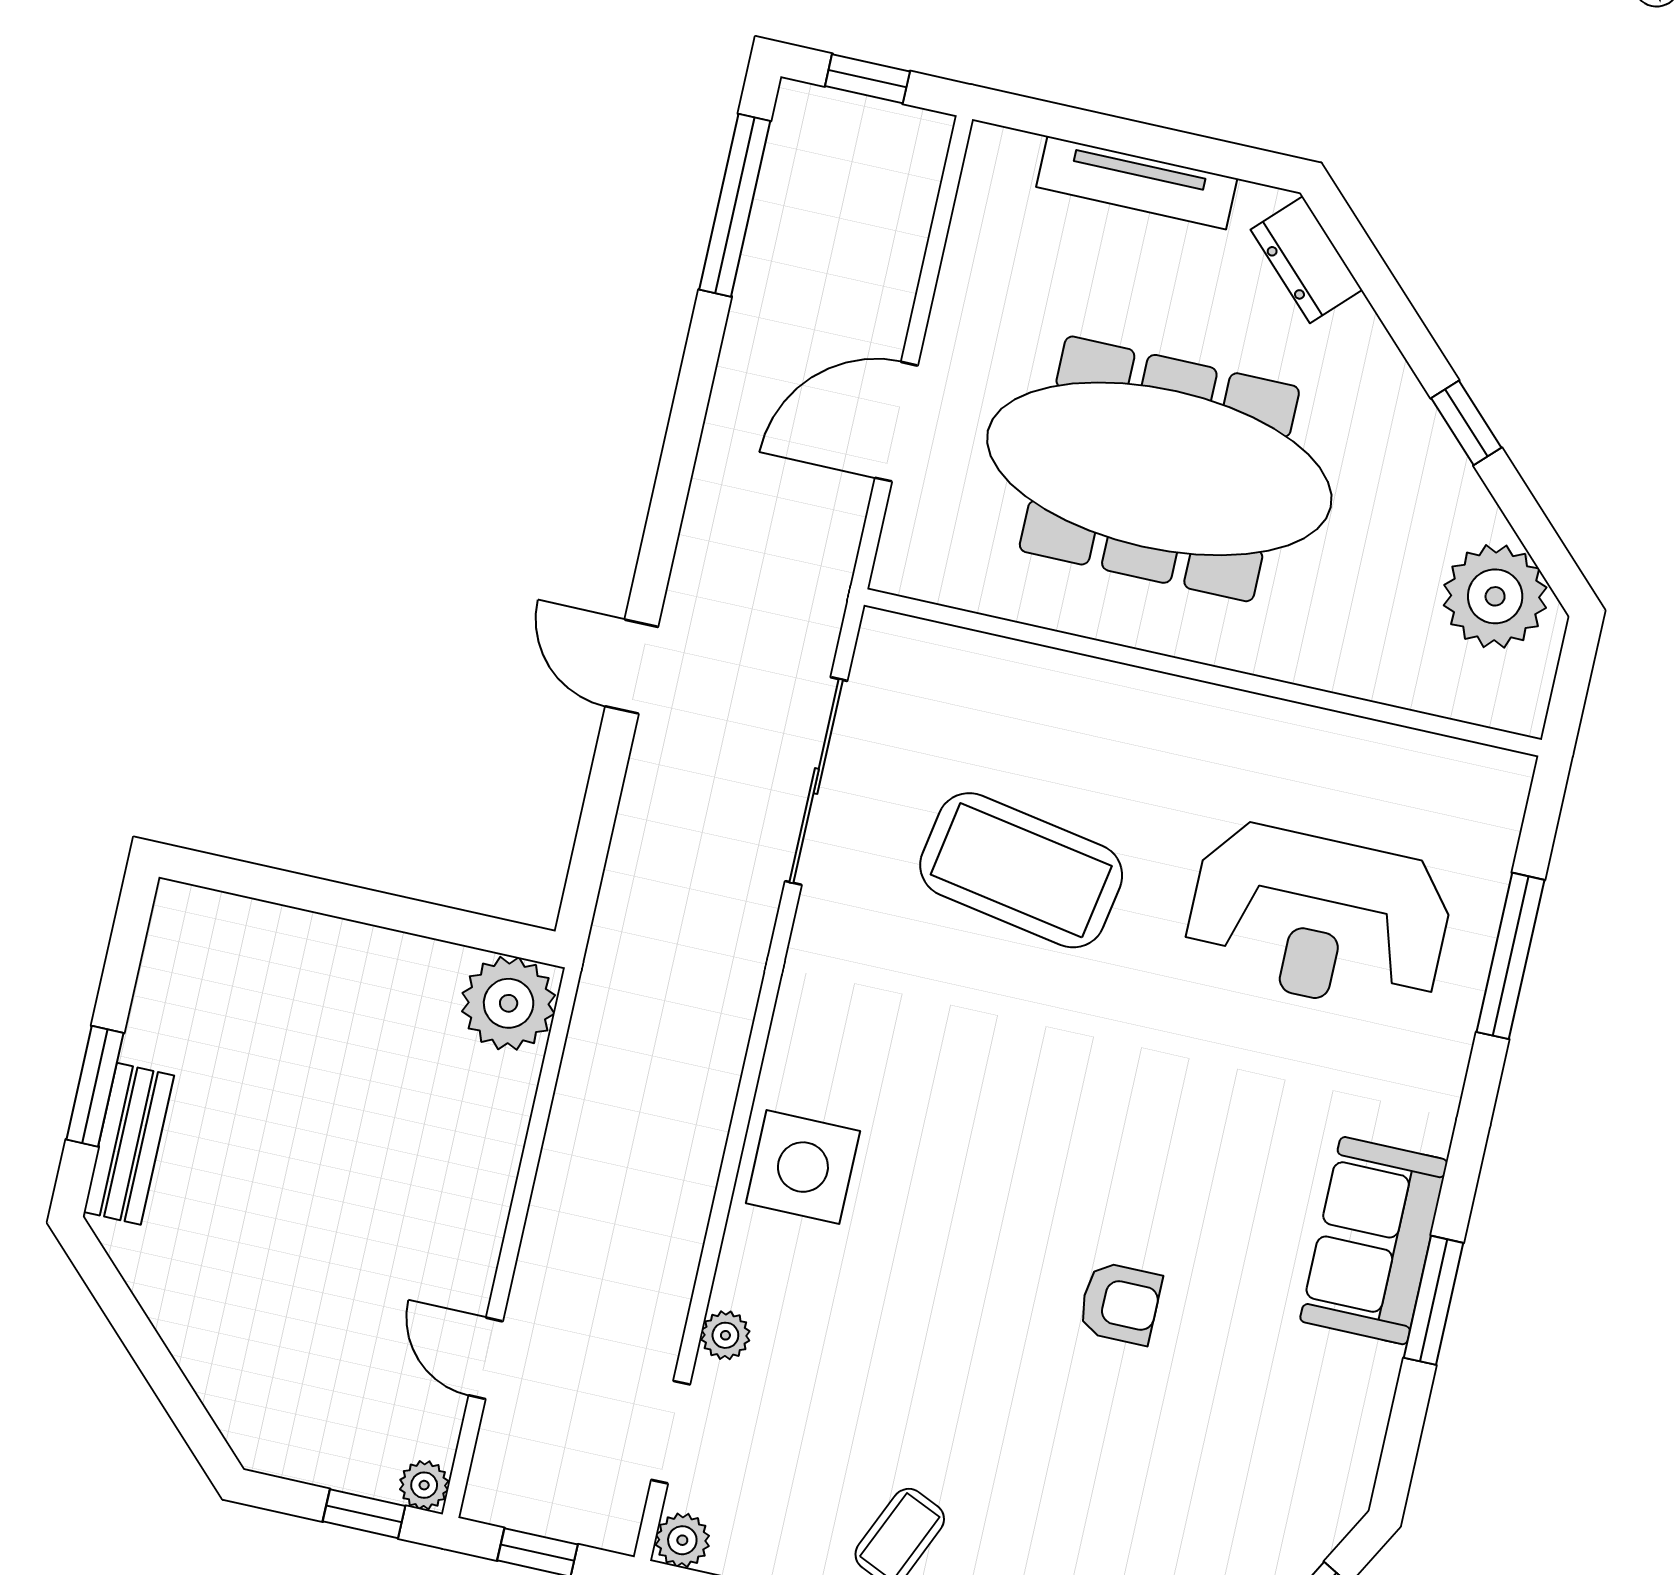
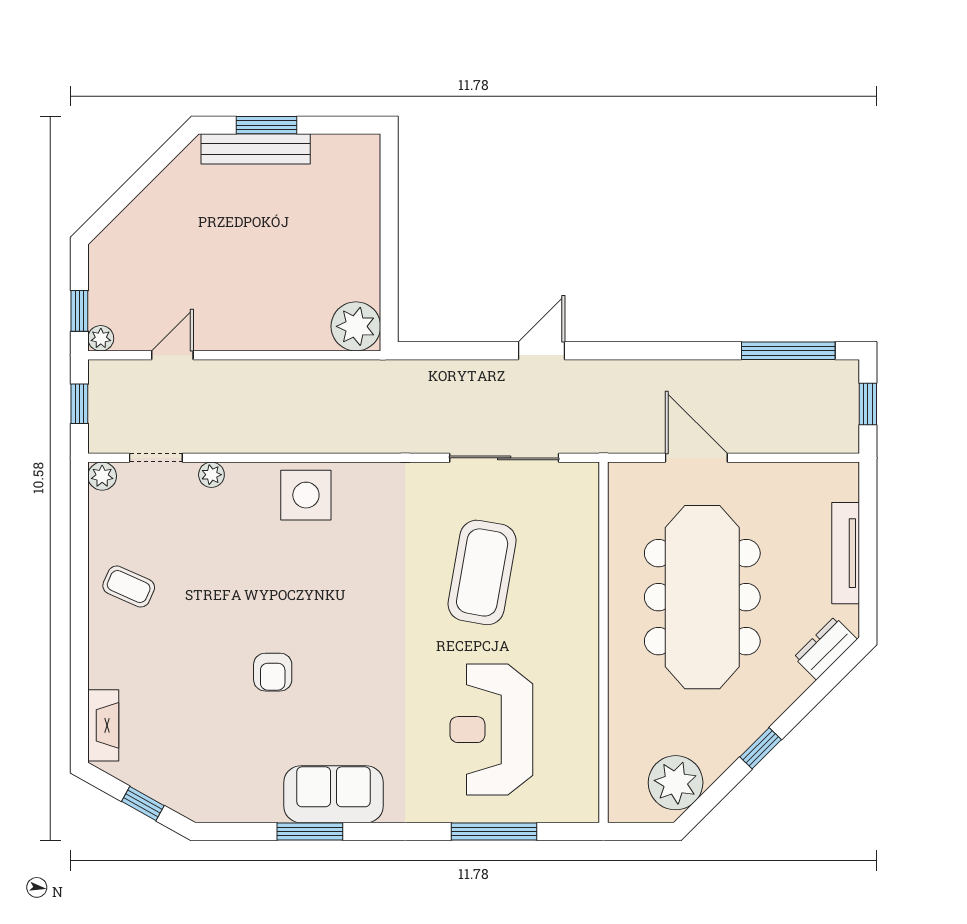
bench: (129, 1144) -> (256, 149), width x1.36

